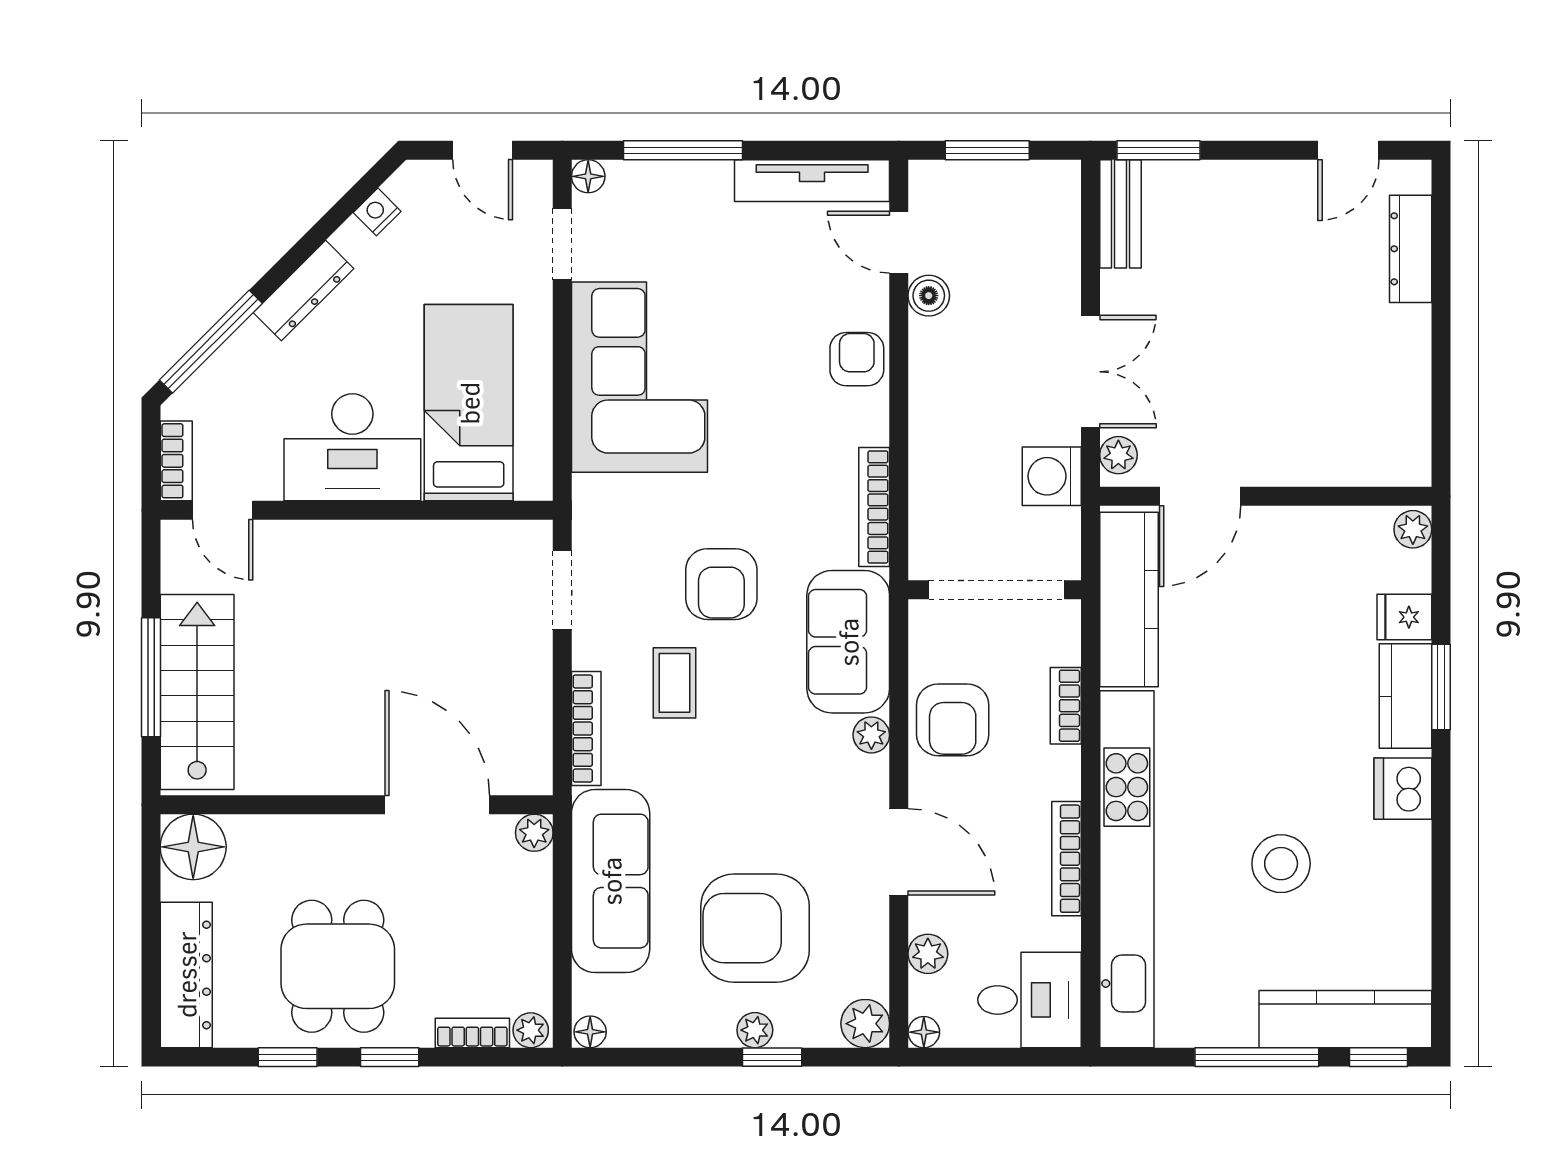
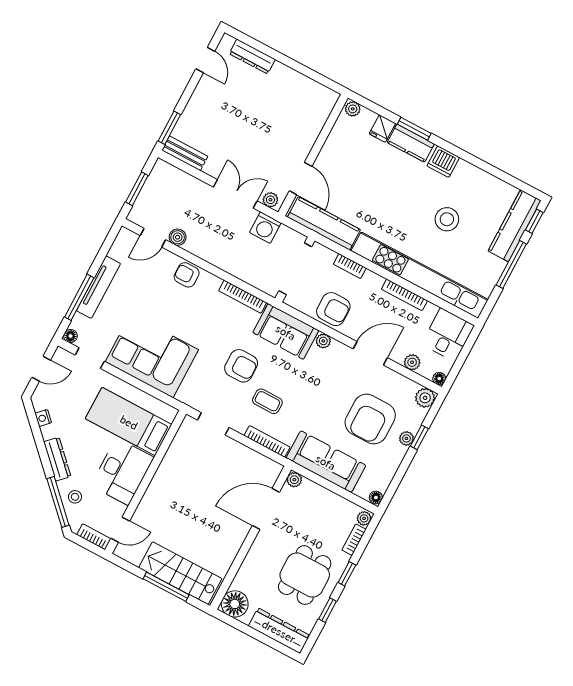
tv unit: (812, 181) -> (98, 287), moved
stool: (242, 373) -> (75, 497), added
dining table: (338, 966) -> (305, 575), turned 90

